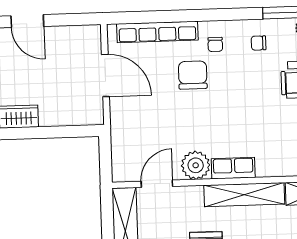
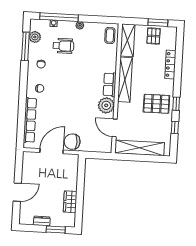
chair: (193, 75) -> (72, 142), moved

